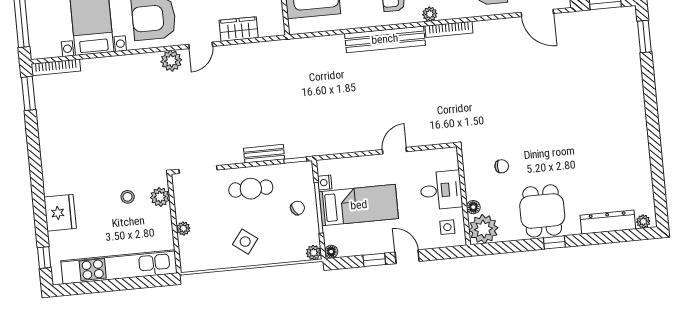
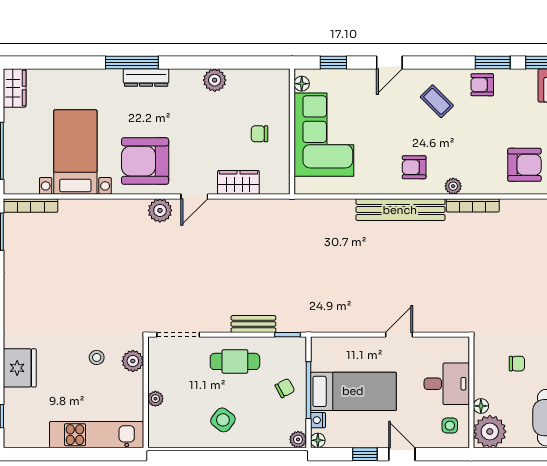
nightstand: (325, 183) -> (318, 420), moved
kitchen unit: (119, 267) -> (97, 435), width x0.73

